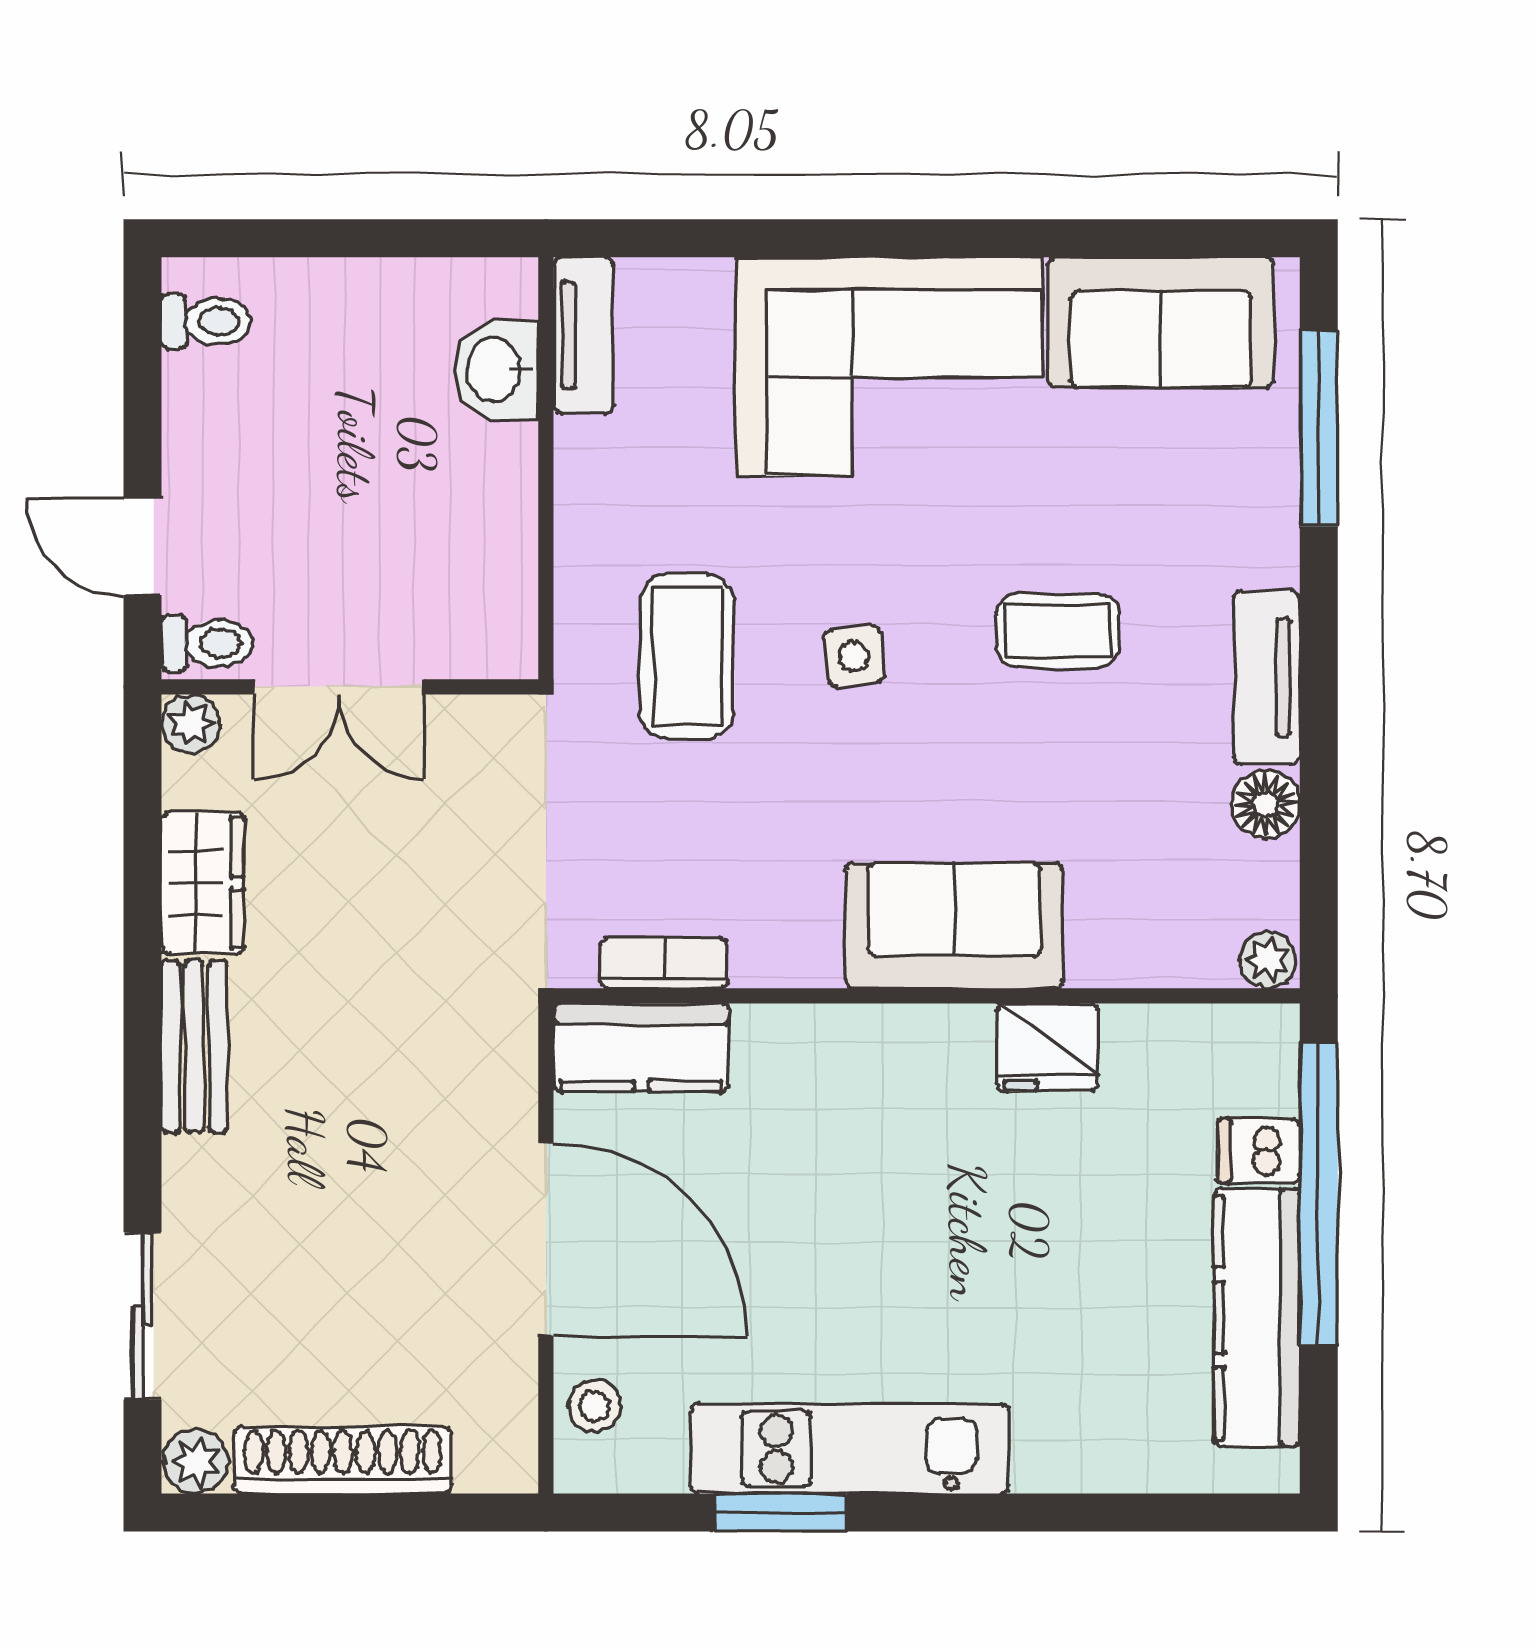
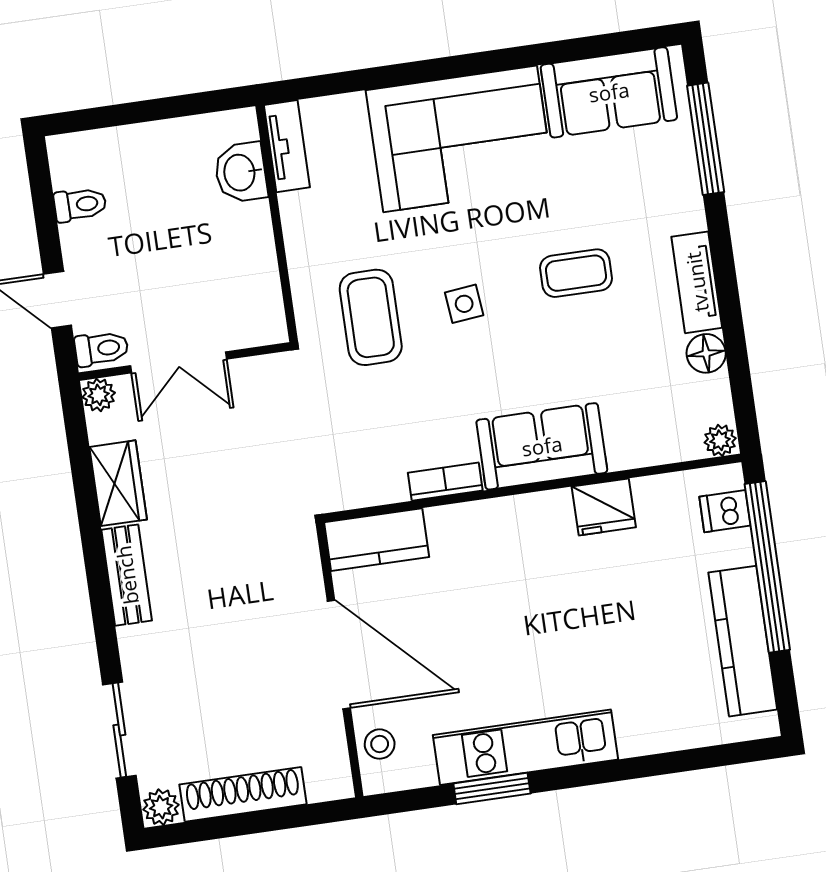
toilet: (206, 321) -> (80, 205), moved
bookcase: (664, 963) -> (445, 482), moved
dishwasher: (1259, 1151) -> (725, 511), moved

